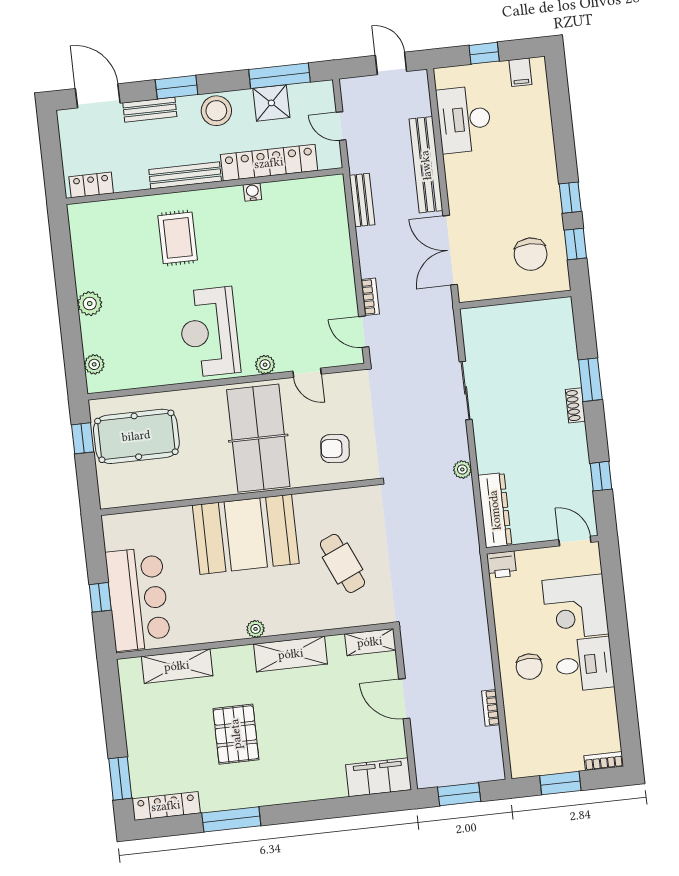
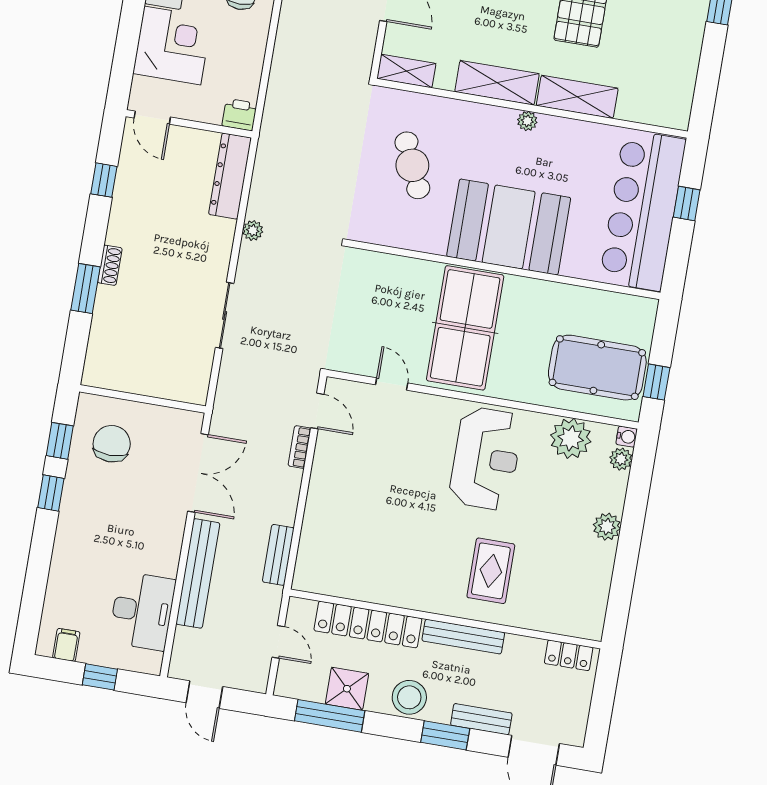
water cooler: (252, 192) -> (627, 437), moved, turned -90
plant: (265, 365) -> (571, 438), moved, width x1.88, depth x1.88
armchair: (335, 449) -> (385, 293), removed
bar counter: (138, 599) -> (643, 210), width x1.36
shelving: (177, 666) -> (577, 97), moved

